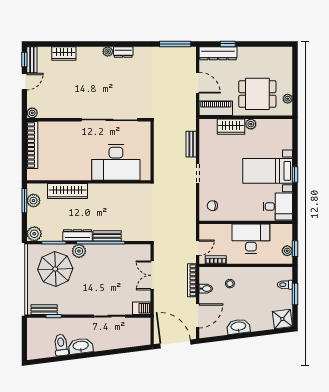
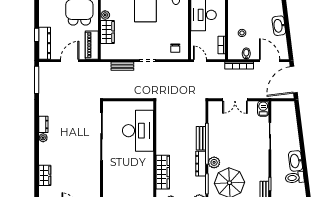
door: (198, 248) -> (200, 61), moved

